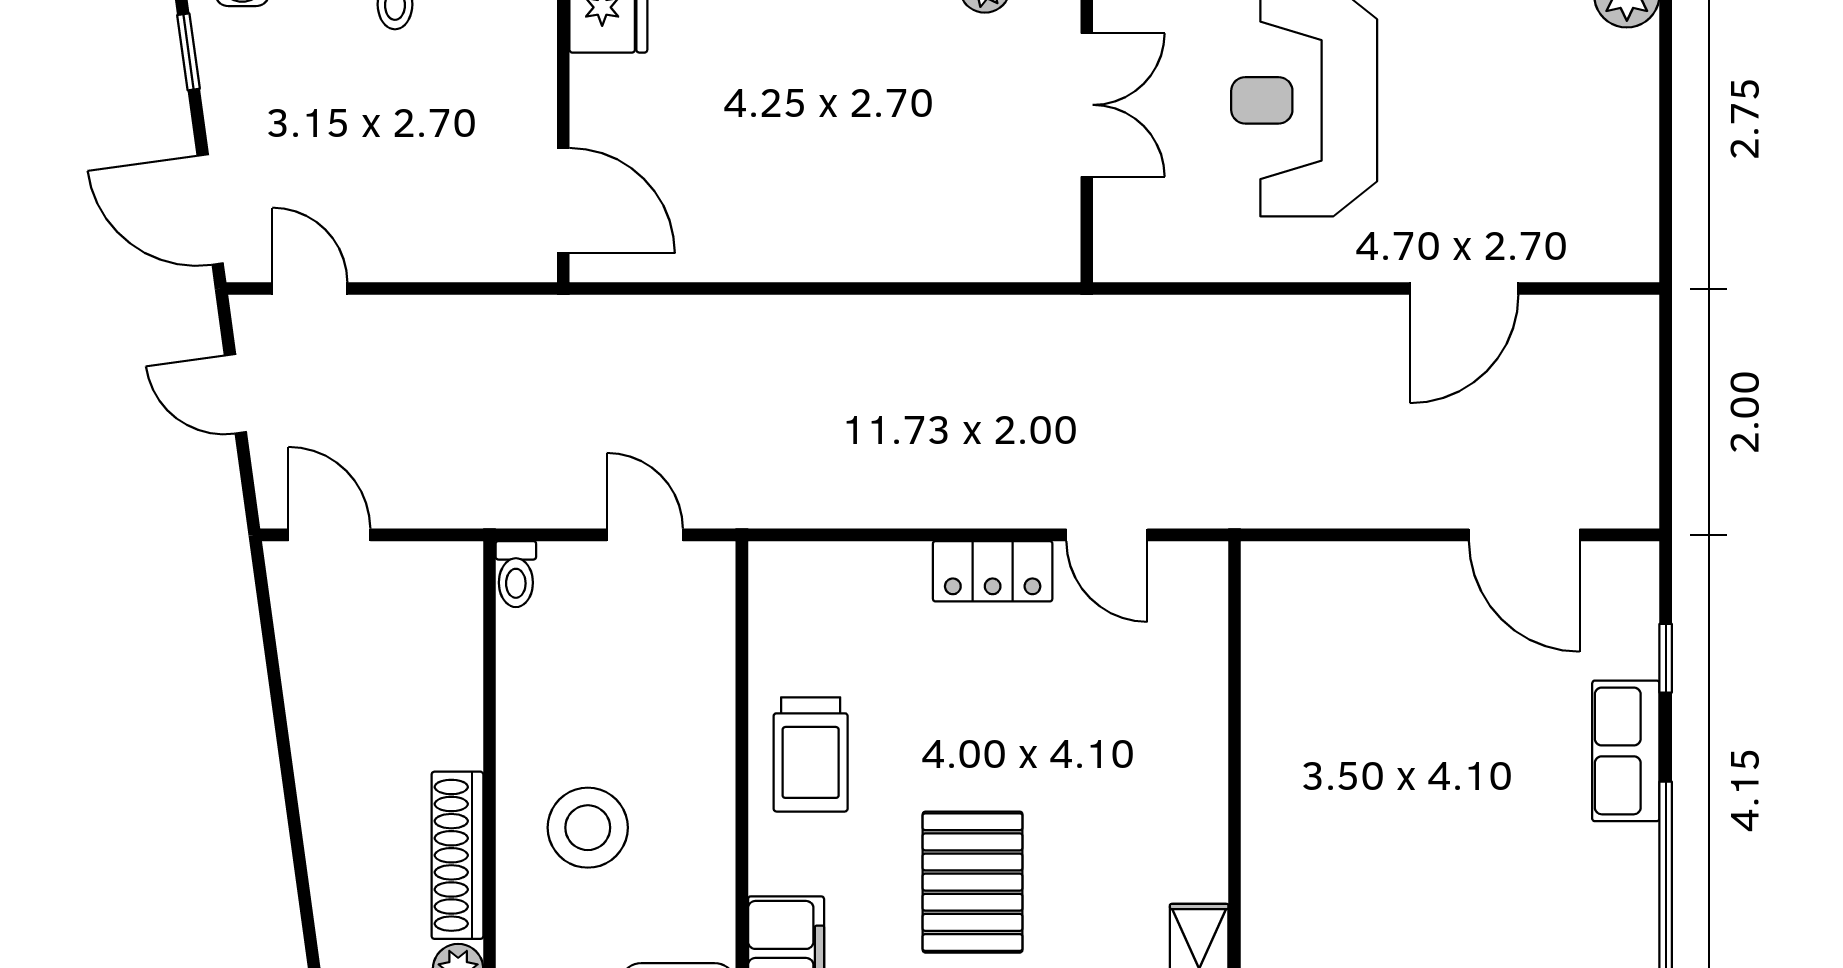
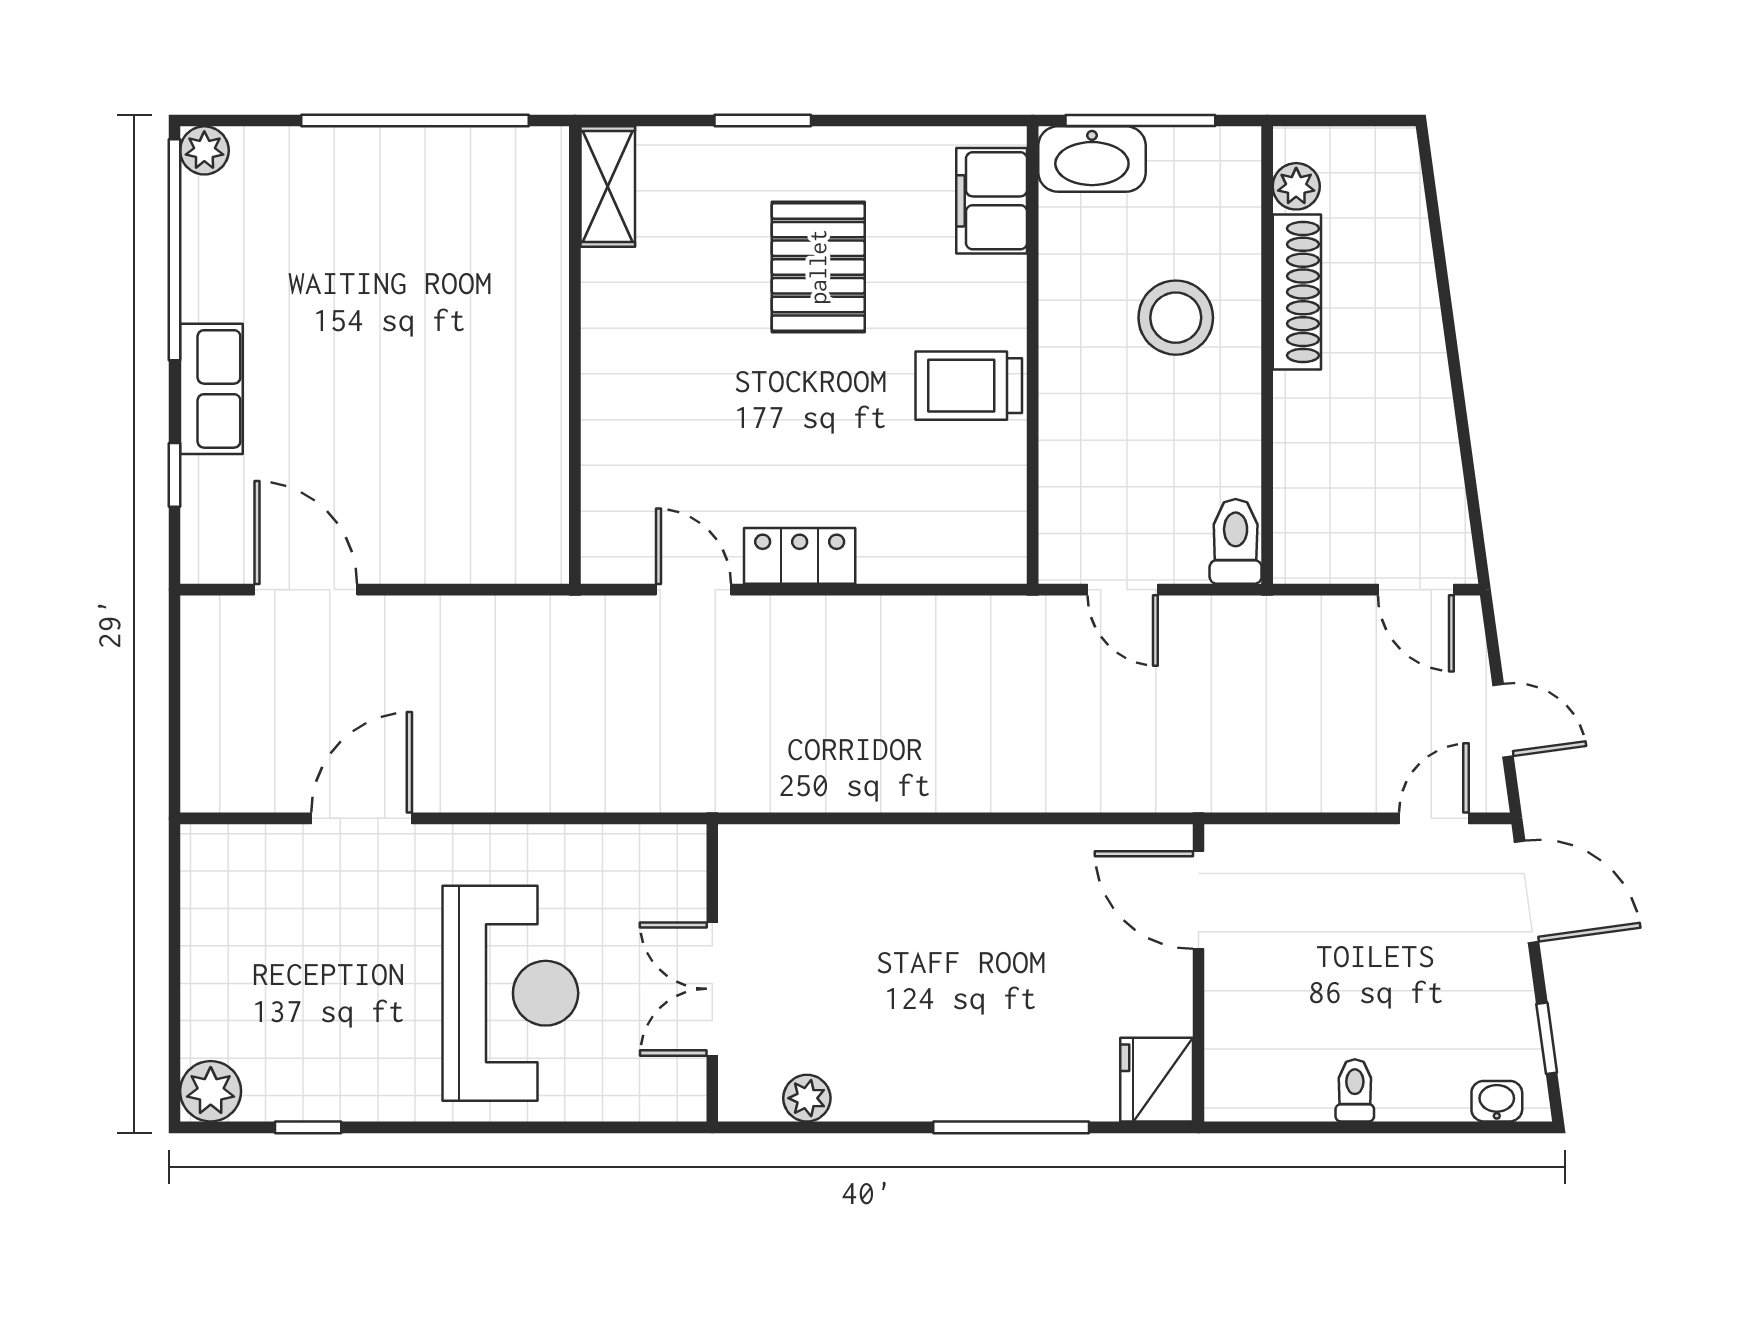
door: (310, 289) -> (1434, 818), swing flipped
toilet: (516, 574) -> (1236, 541), width x1.37, depth x1.39
trolley: (811, 754) -> (969, 386), turned -90

